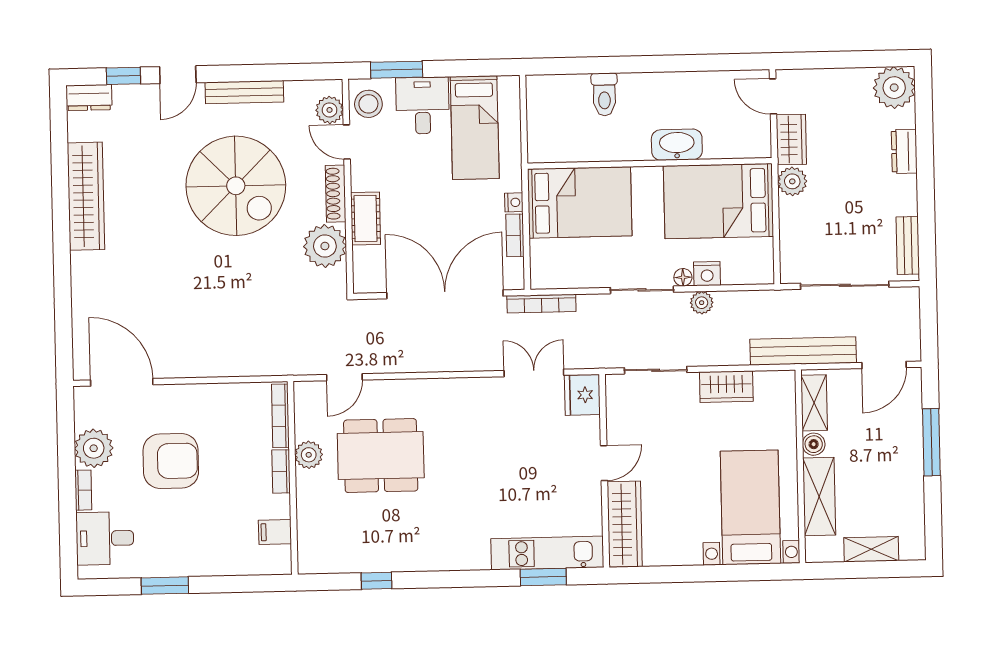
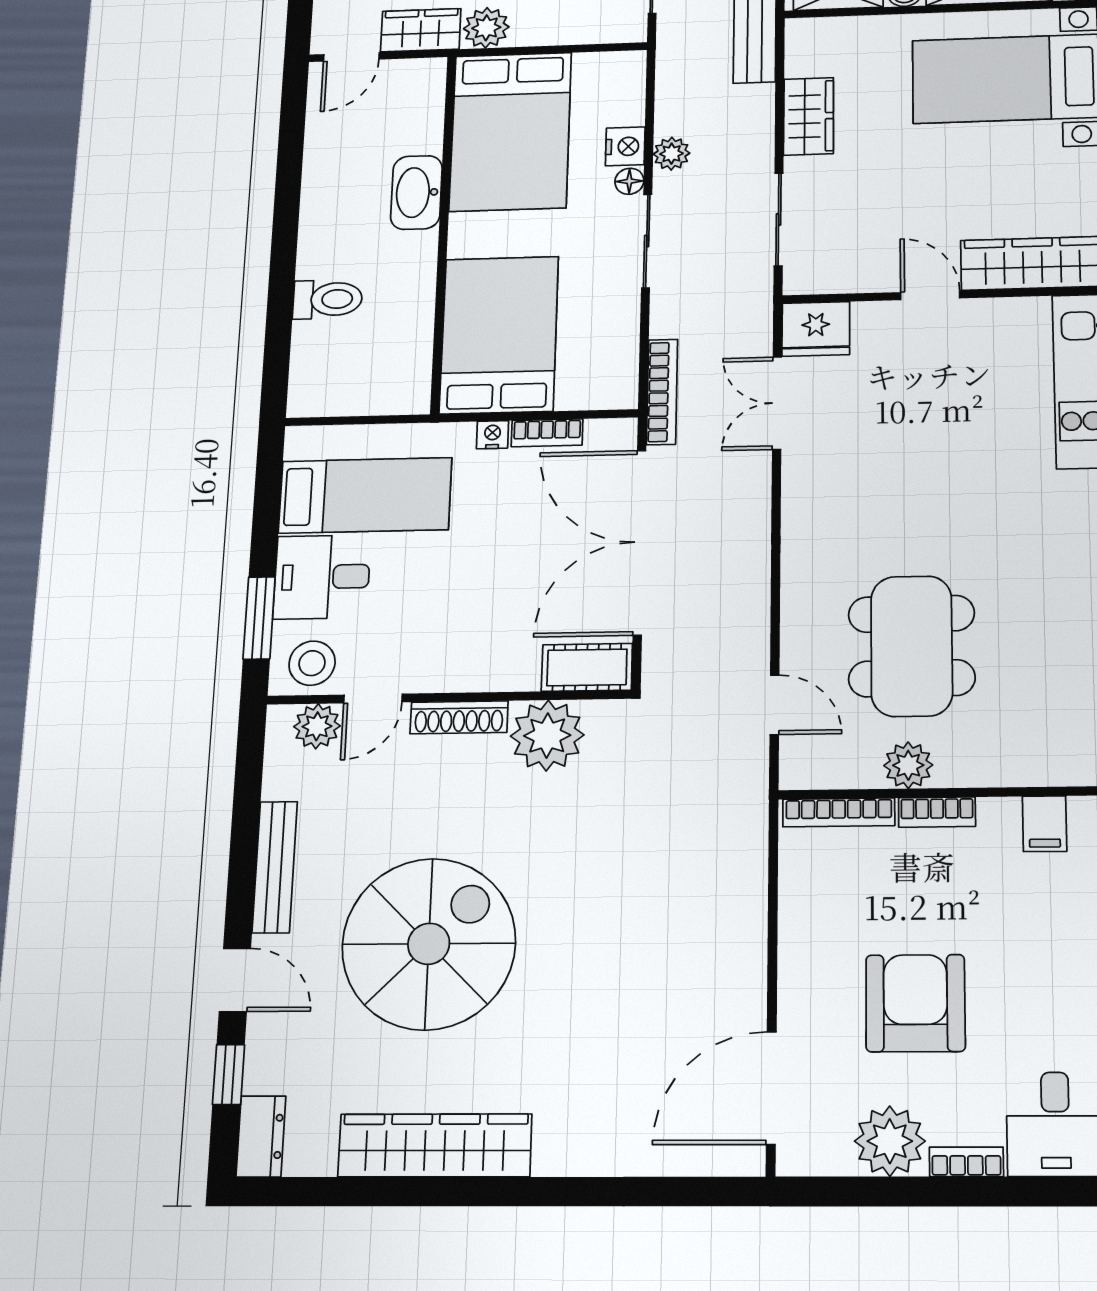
spiral stairs: (236, 186) -> (429, 944), moved
cot: (366, 218) -> (587, 667), moved

